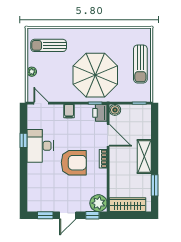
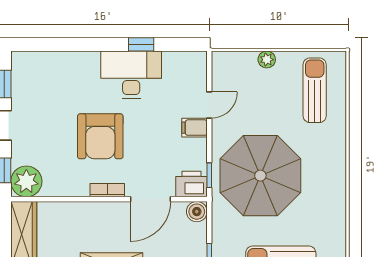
door: (41, 103) -> (209, 105), moved

